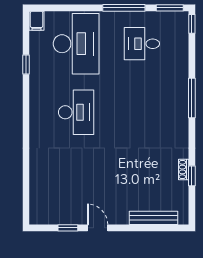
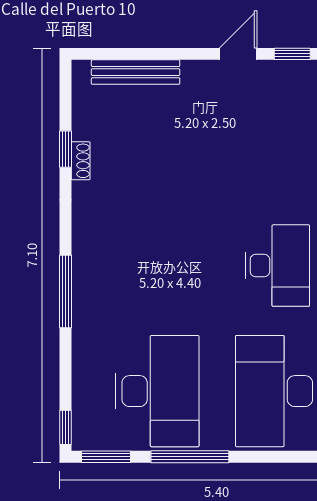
desk: (142, 44) -> (157, 391), width x1.87, depth x1.30
desk: (76, 112) -> (277, 266), turned 180
door: (98, 228) -> (238, 54), swing flipped

